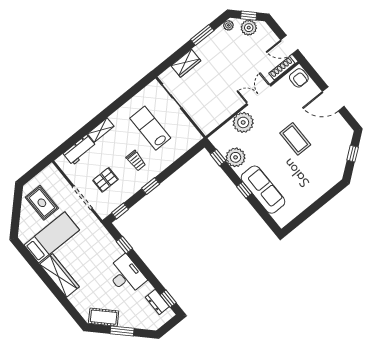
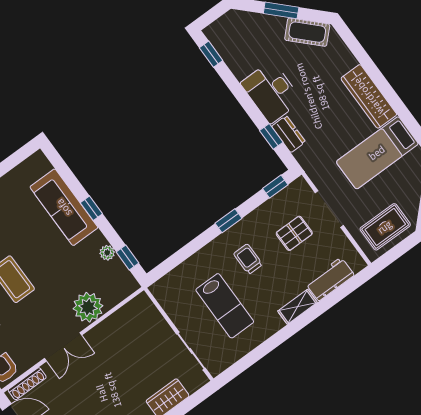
plant: (236, 157) -> (107, 253), width x0.53, depth x0.53
rug: (42, 203) -> (385, 227), moved, turned 90
dresser: (157, 302) -> (289, 134), moved

